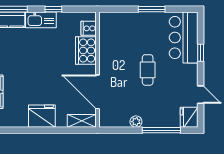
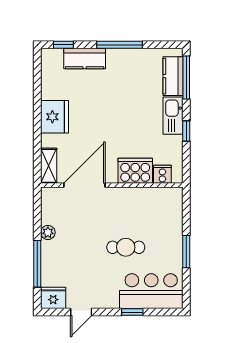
cafe table: (148, 70) -> (126, 247), moved

